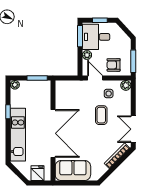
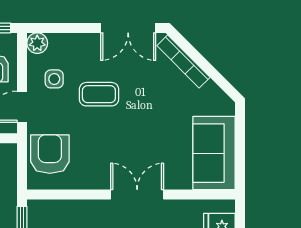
armchair: (72, 91) -> (50, 154), added
double door: (53, 133) -> (137, 195), width x0.54

